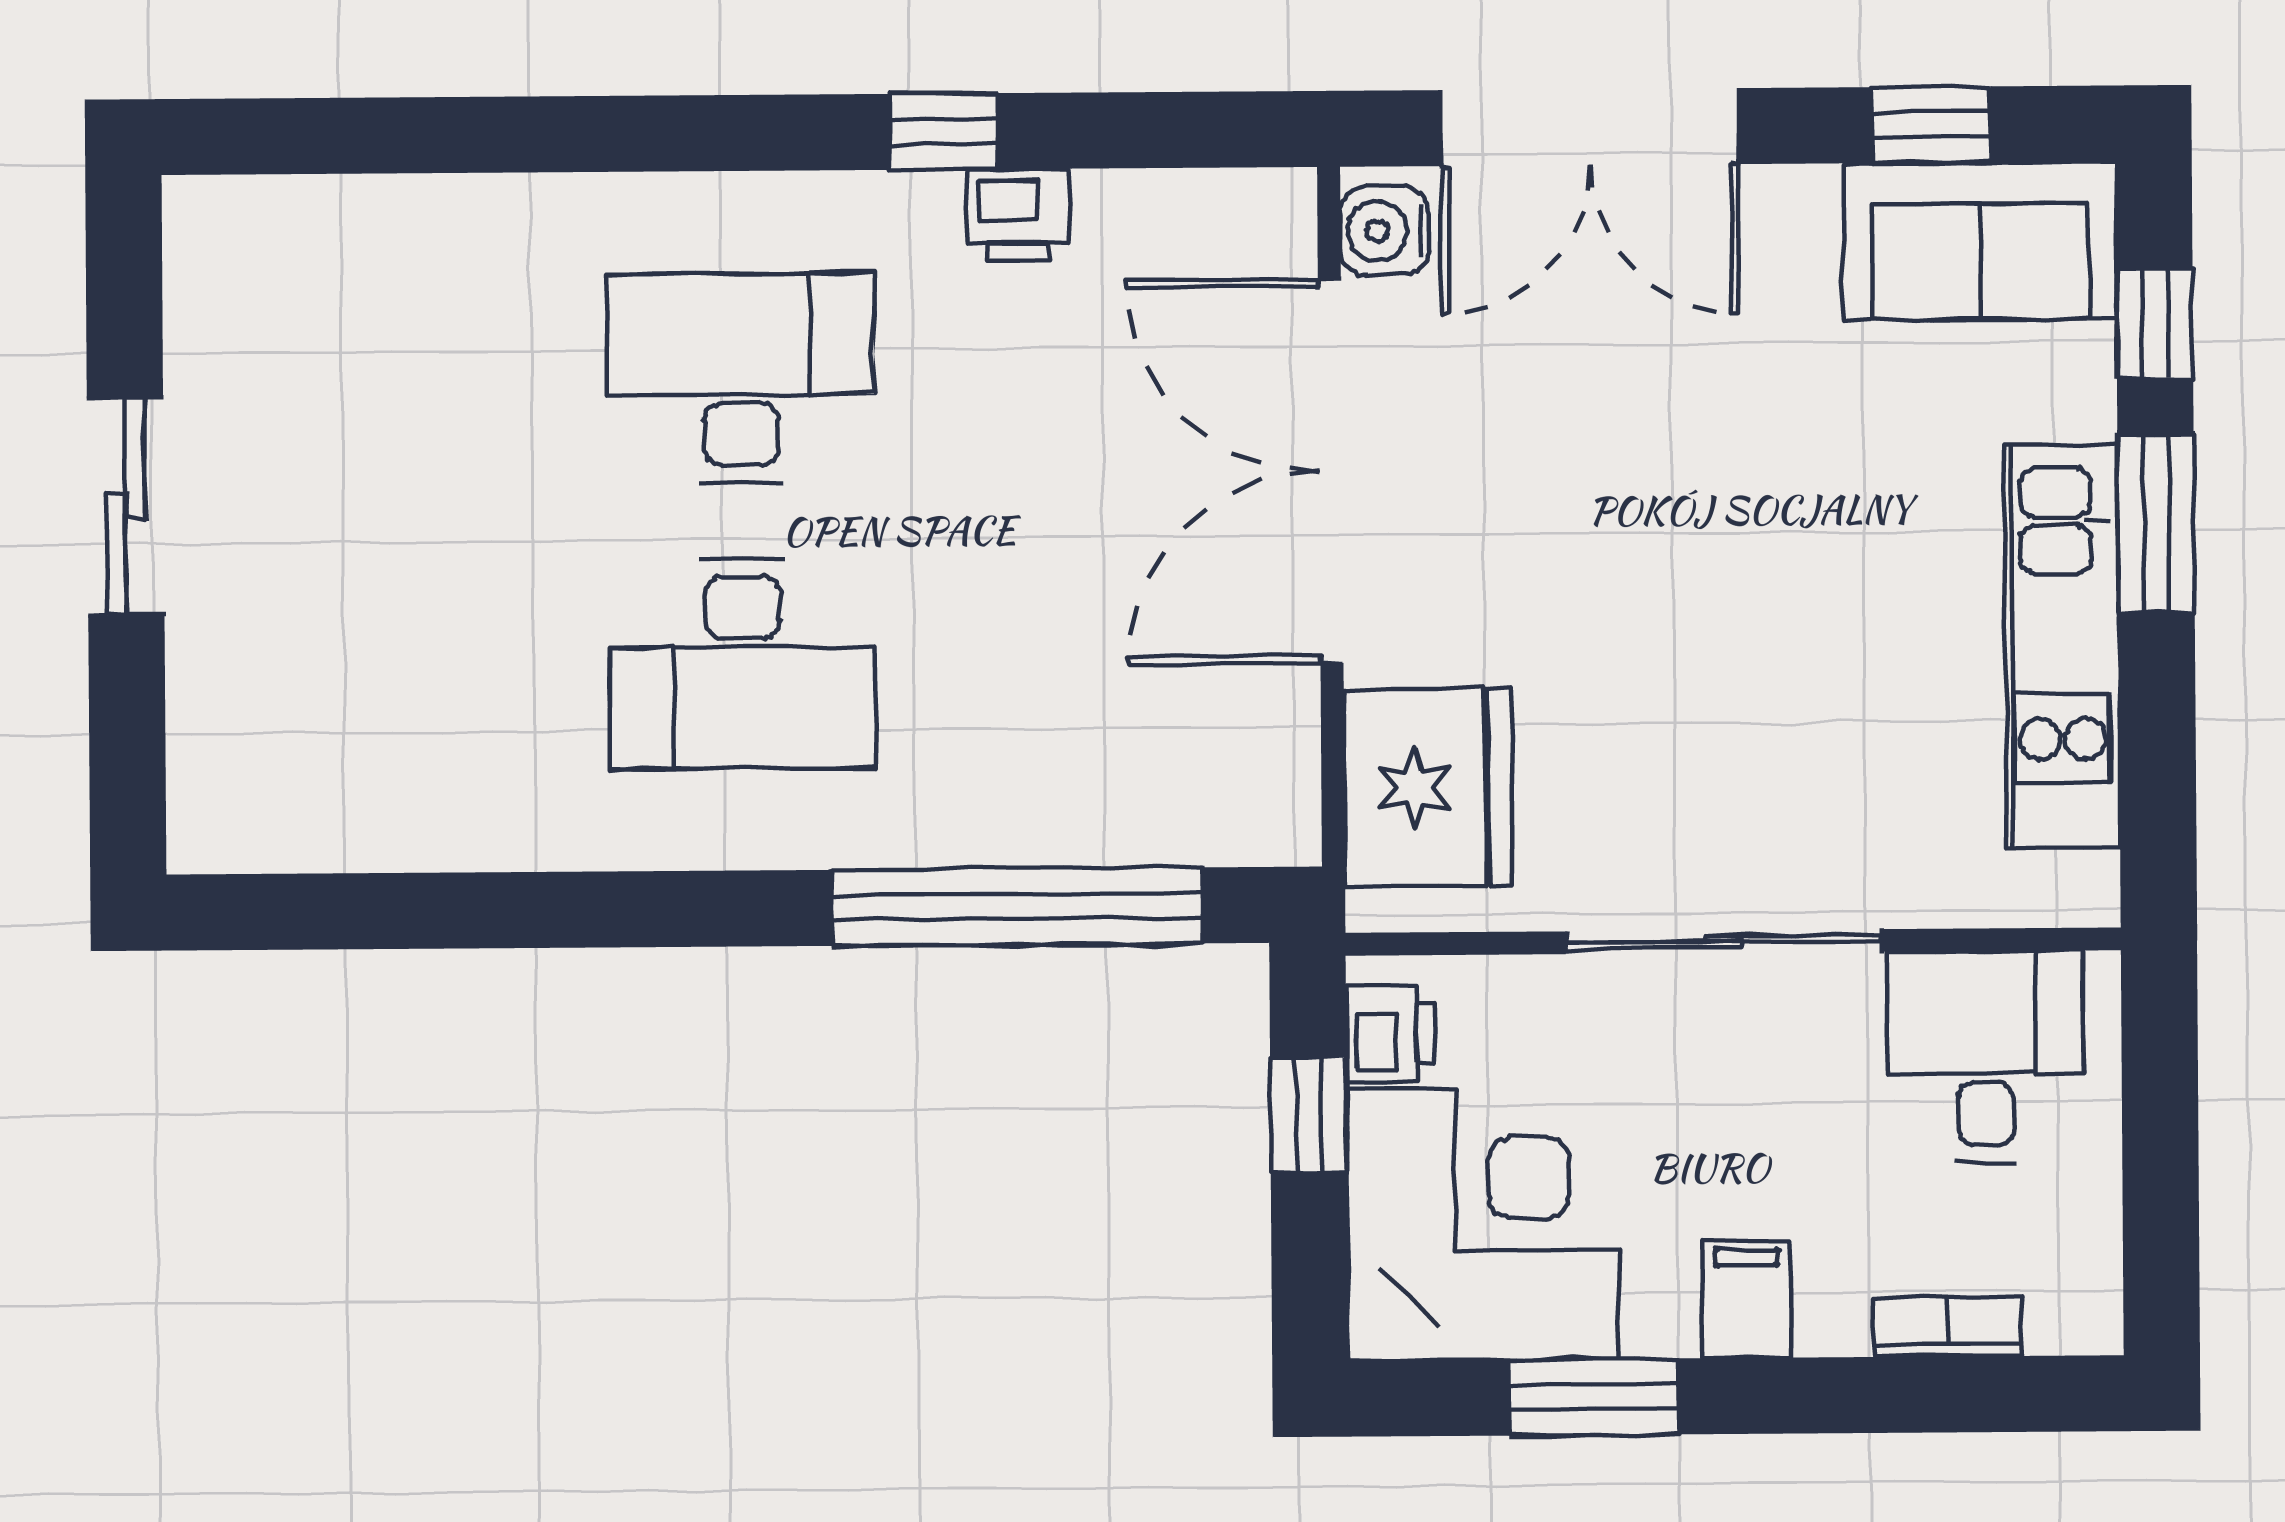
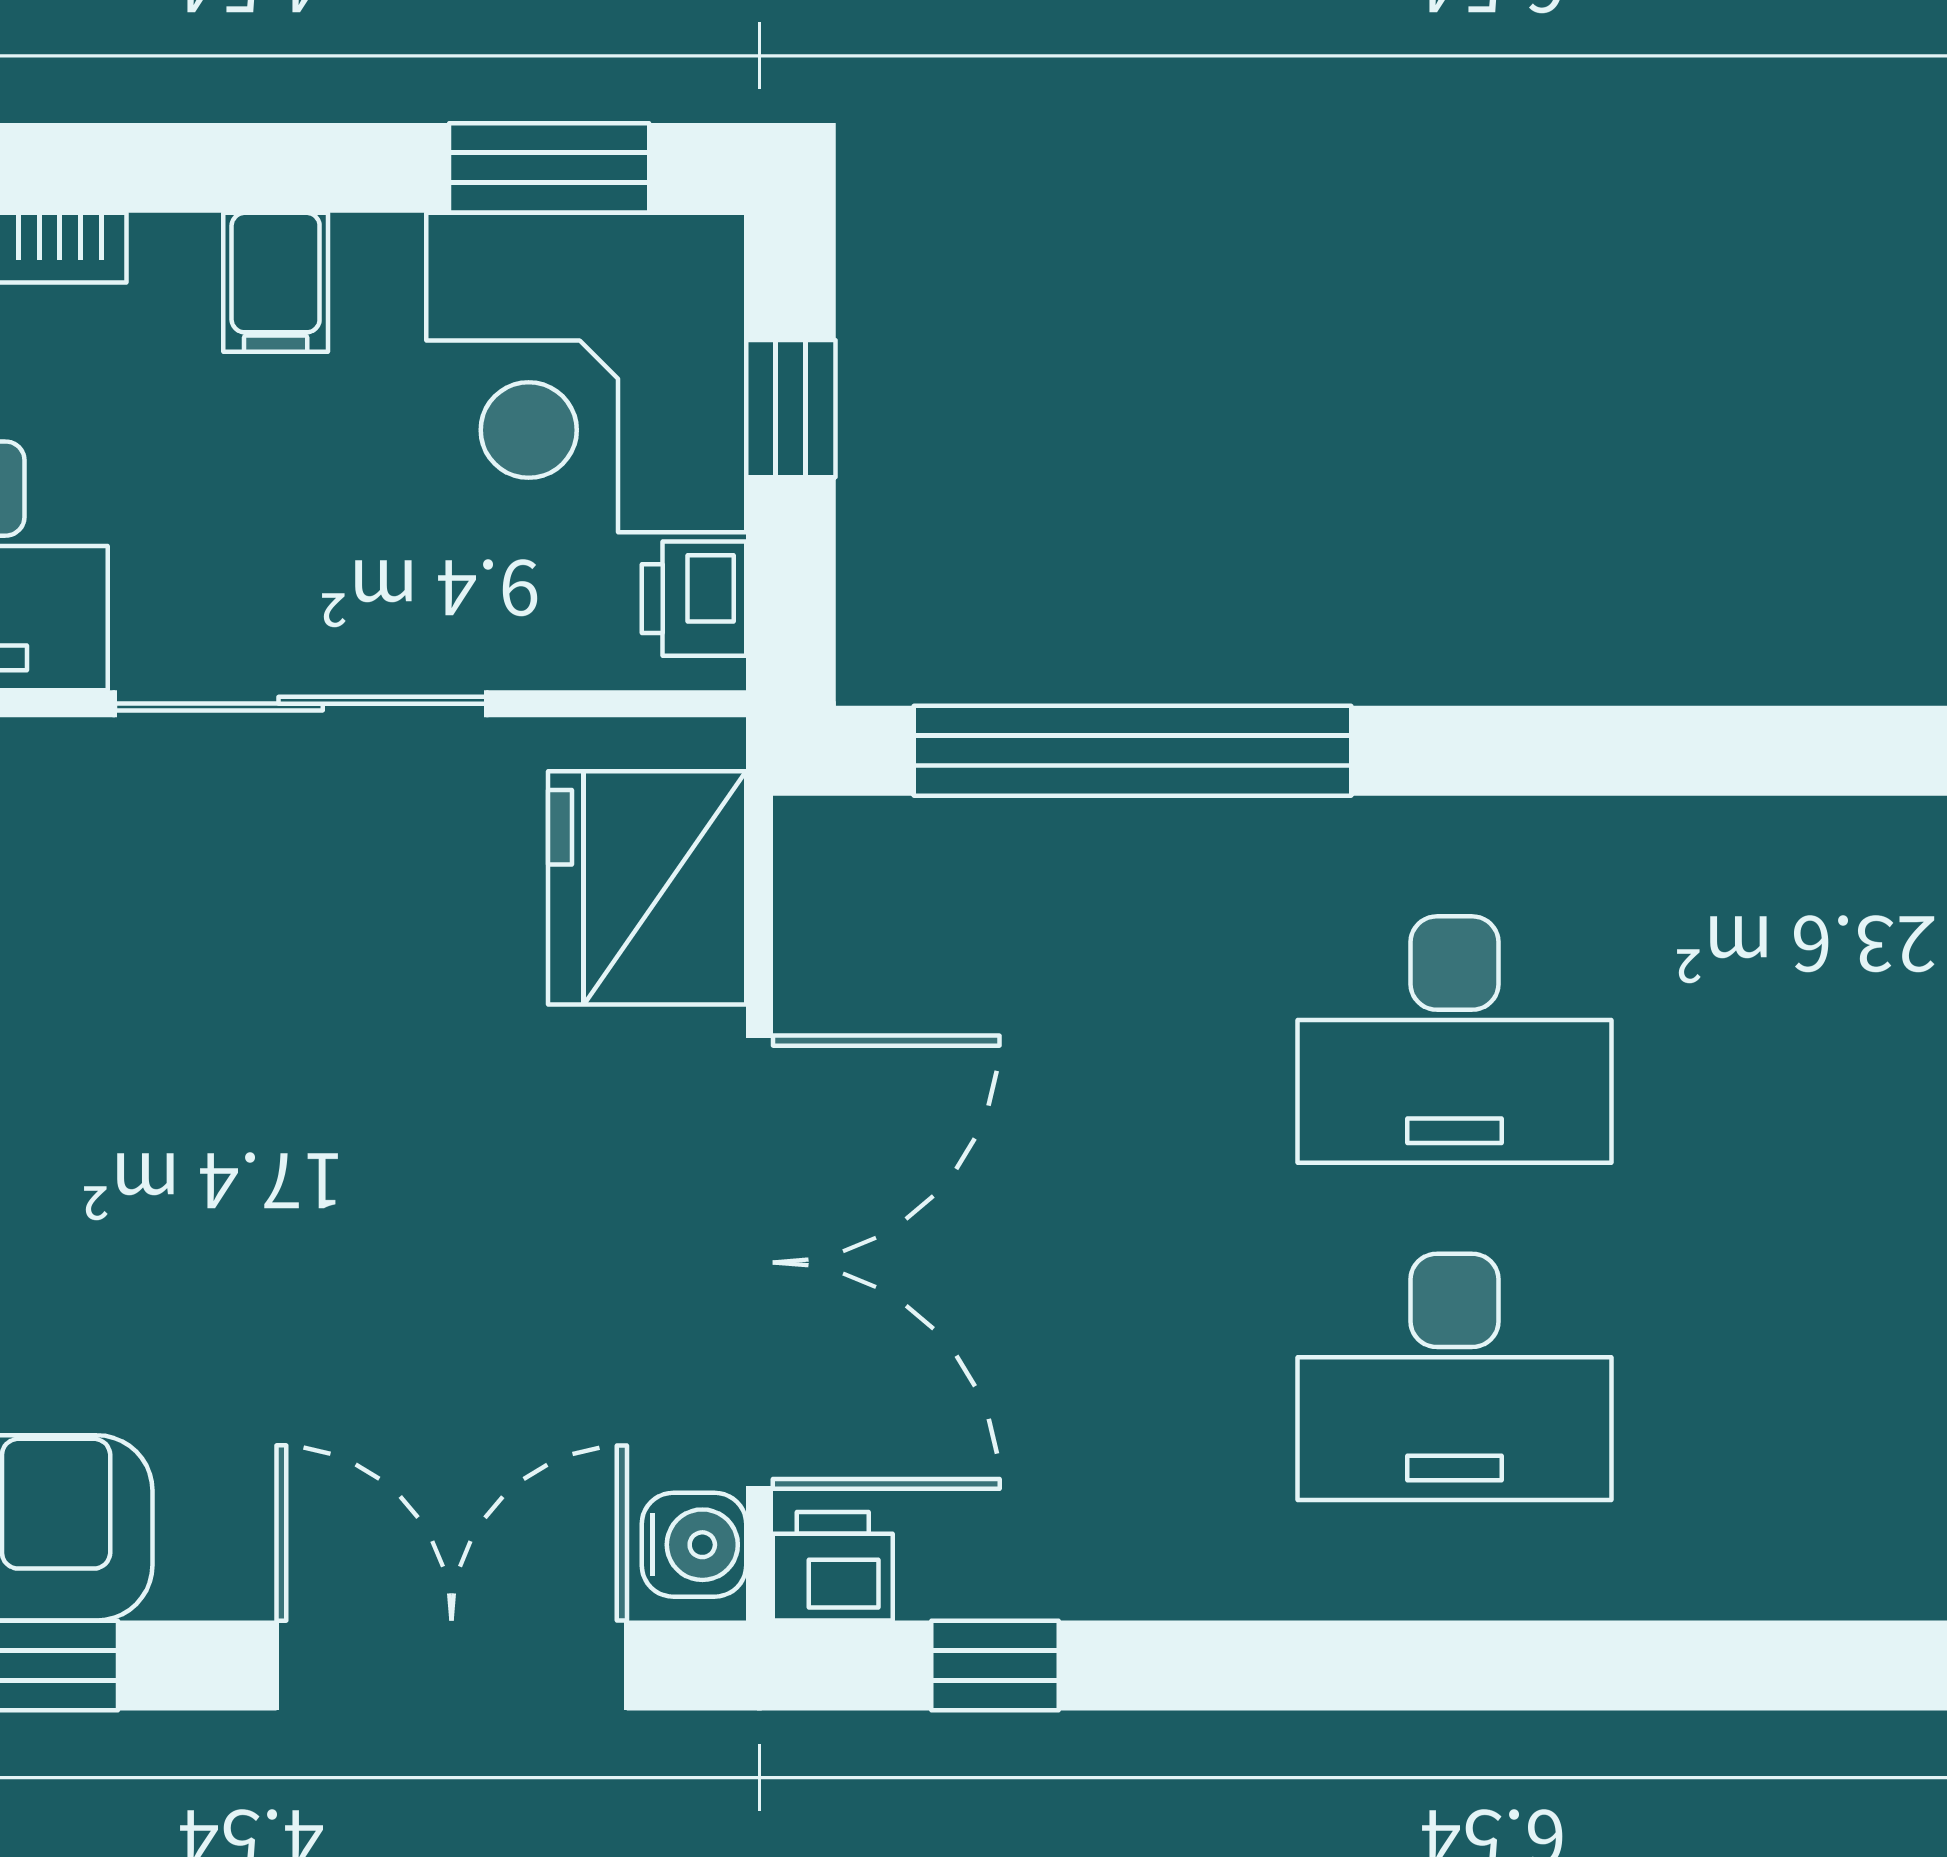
window: (944, 132) -> (995, 1666), moved
printer: (1017, 215) -> (833, 1566), moved
desk: (743, 664) -> (1454, 1039), turned 180
window: (1309, 1115) -> (791, 409), moved
window: (1593, 1397) -> (549, 168), moved

